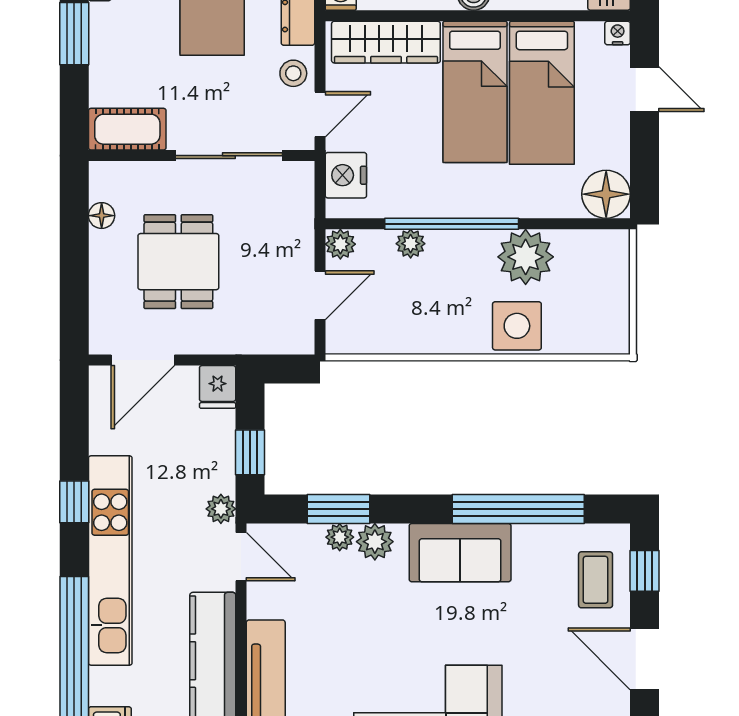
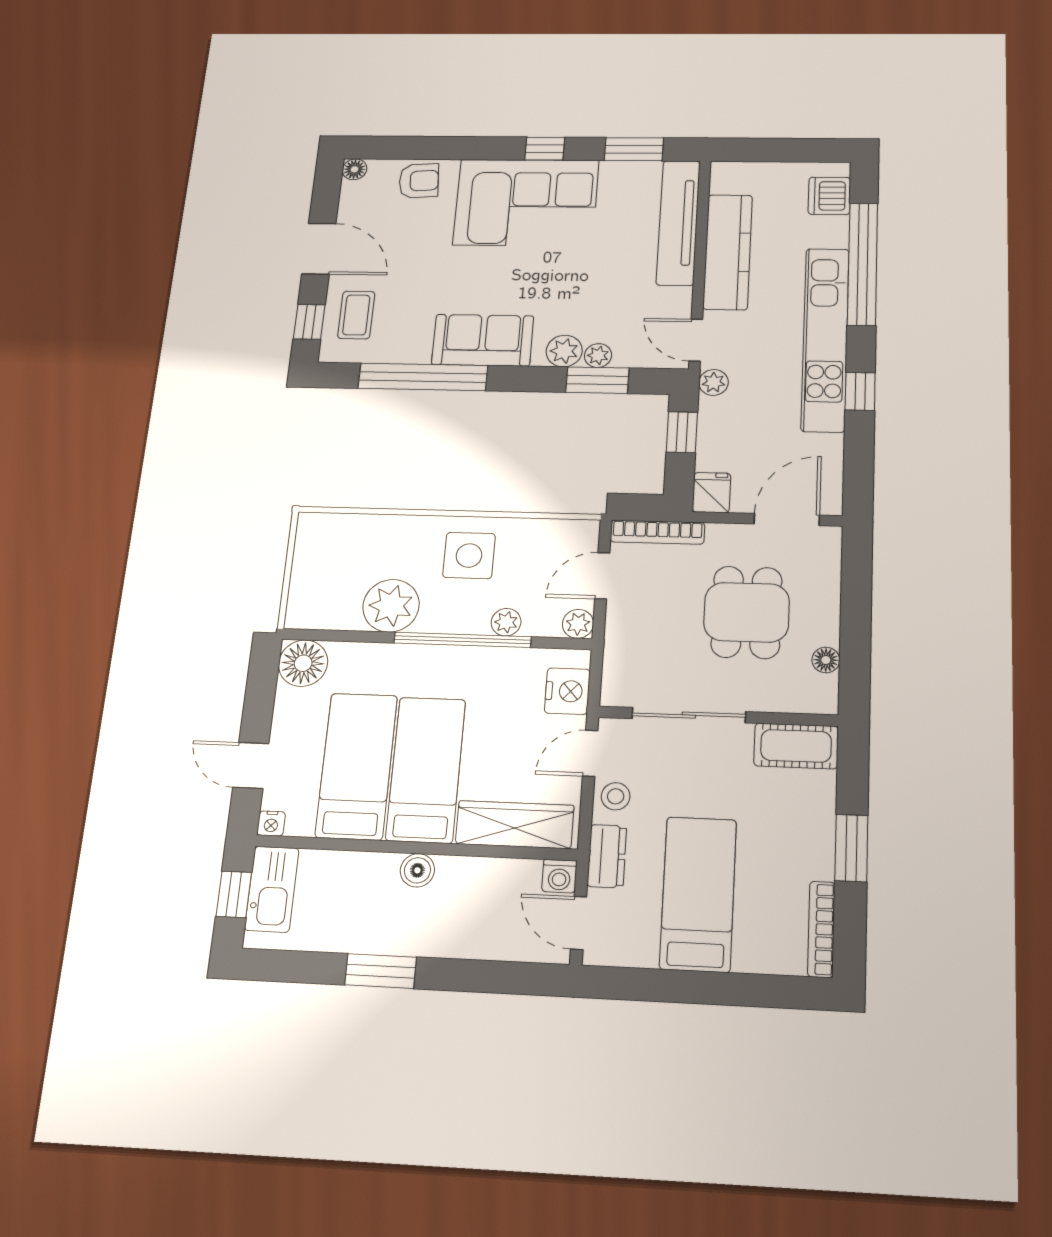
side table: (517, 326) -> (469, 556), moved
bookcase: (269, 343) -> (657, 532), added

